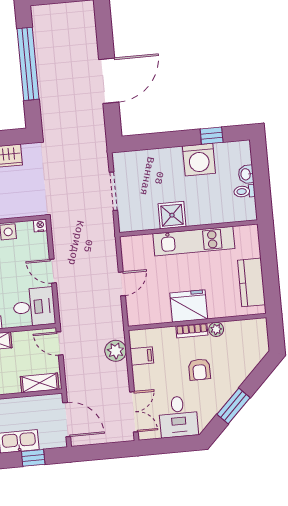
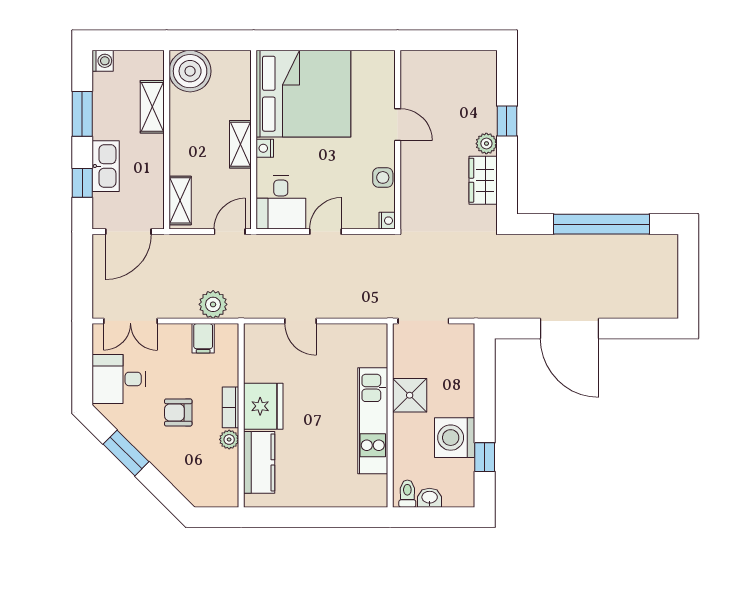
shower: (172, 215) -> (410, 395), moved
wall: (188, 228) -> (390, 415), moved
kitchen unit: (194, 241) -> (373, 421), moved
kitchen counter: (252, 282) -> (259, 462), moved, turned 90

